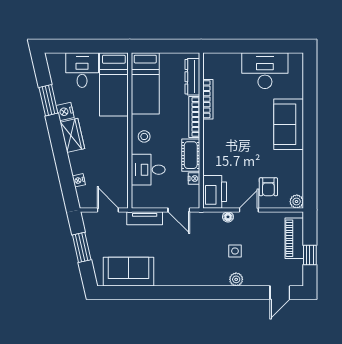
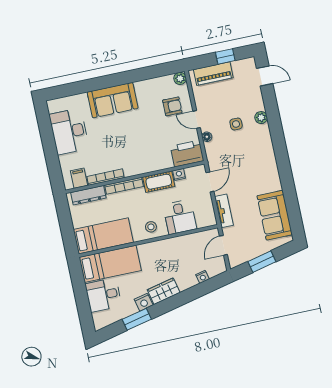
filing cabinet: (213, 70) -> (79, 178), added

